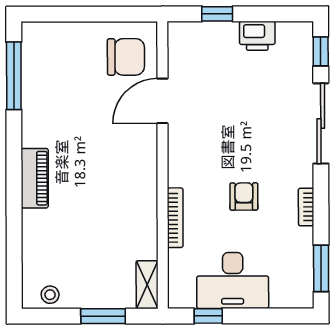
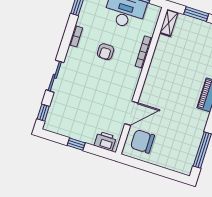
window: (217, 14) -> (76, 144), moved
printer: (257, 36) -> (105, 141), moved
sliding door: (321, 123) -> (55, 76), width x0.73

